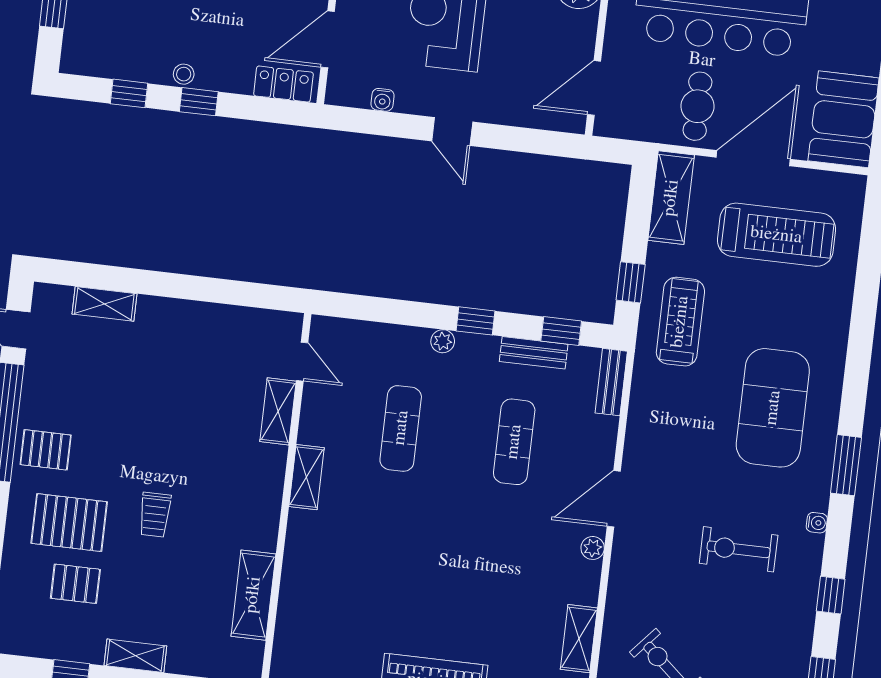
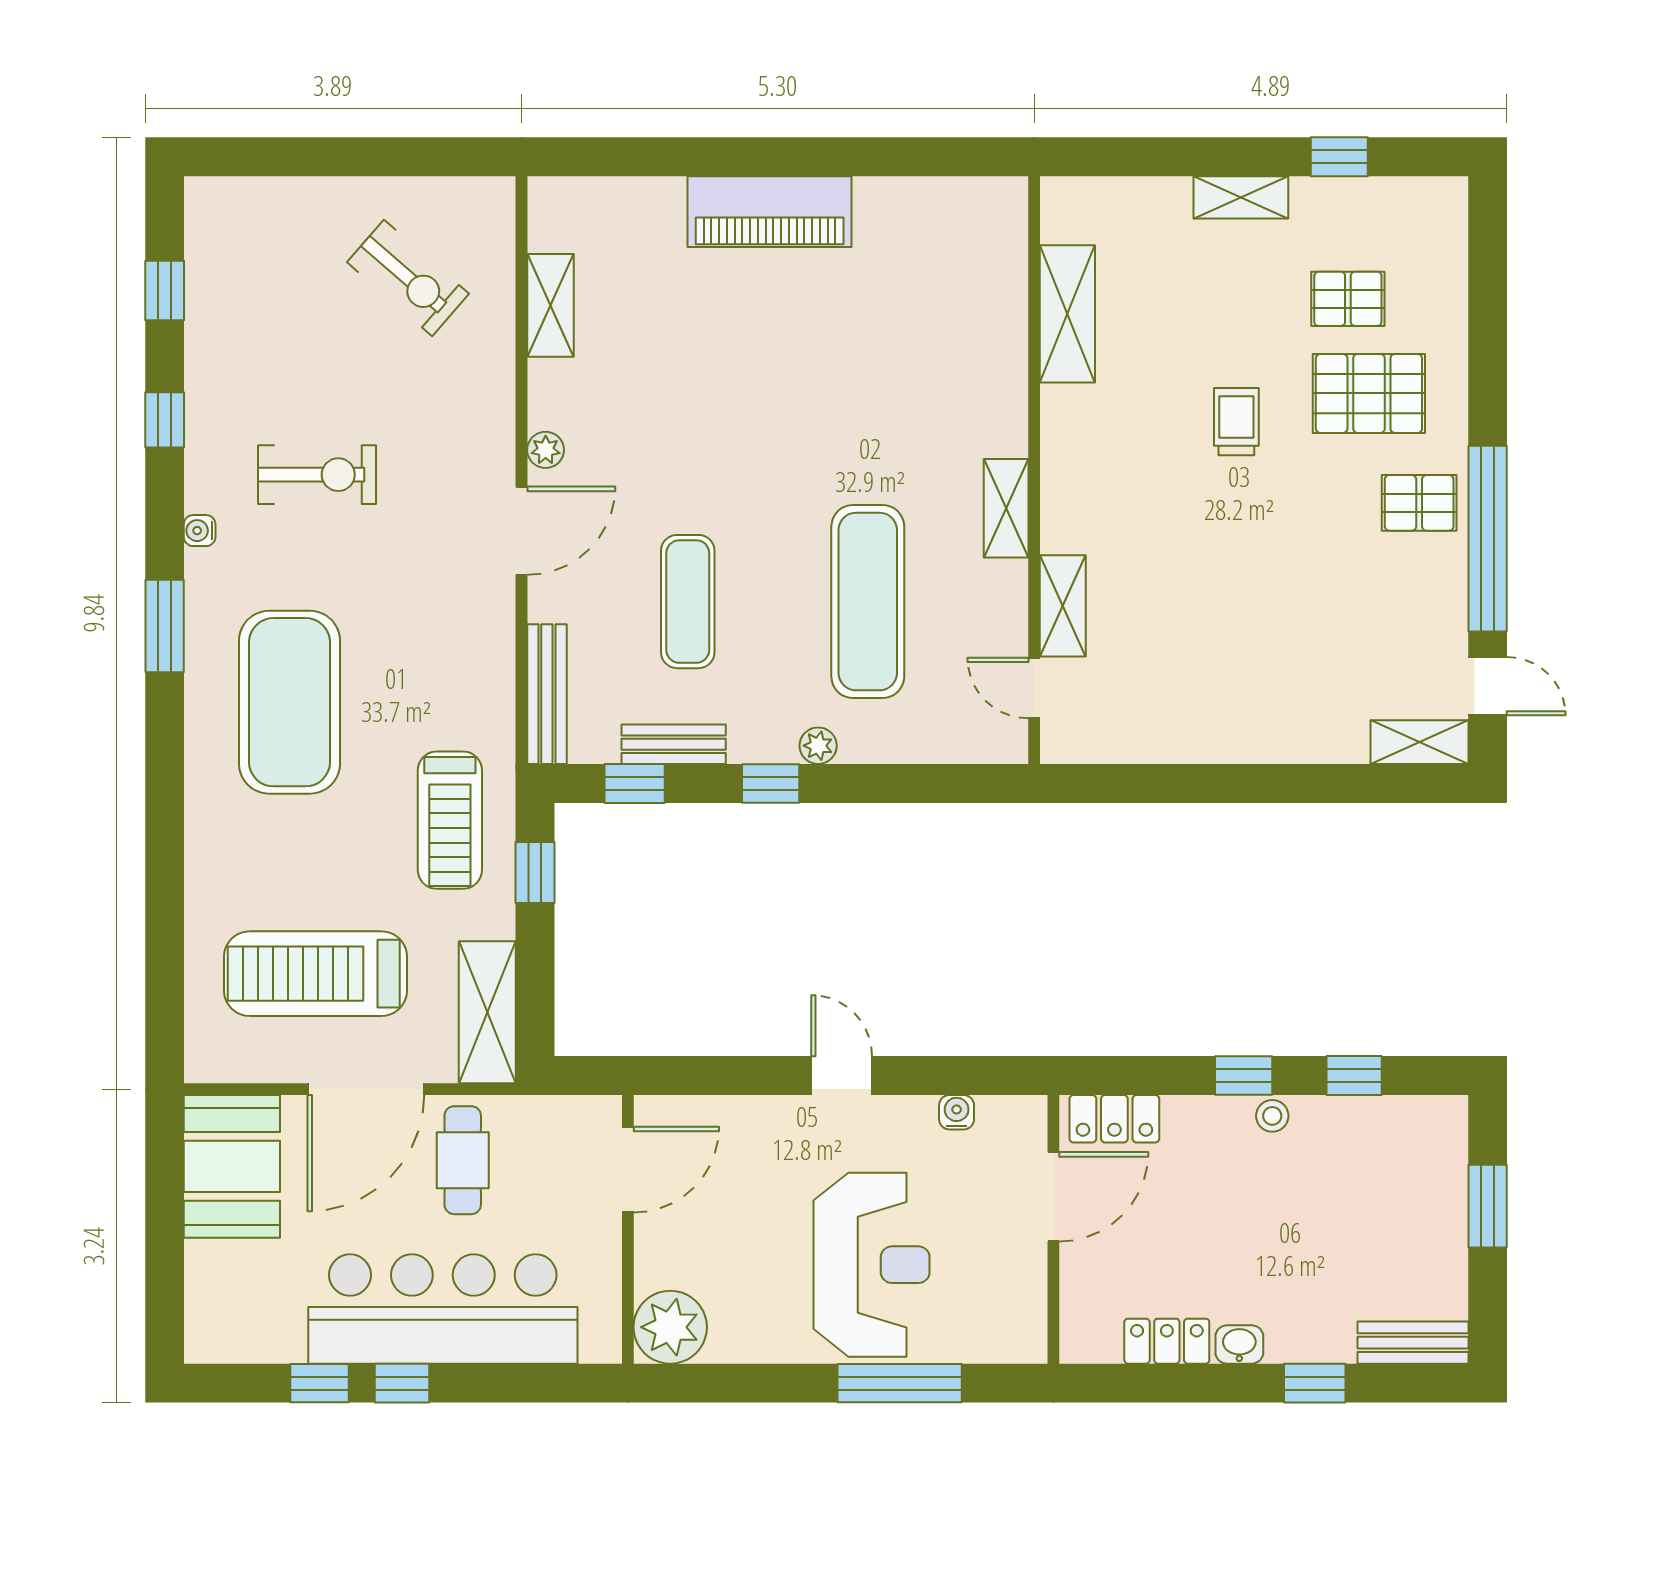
shelving: (104, 304) -> (1419, 742), moved
bench: (611, 382) -> (547, 694), width x1.36
exercise mat: (401, 428) -> (868, 602), width x1.36, depth x1.45

